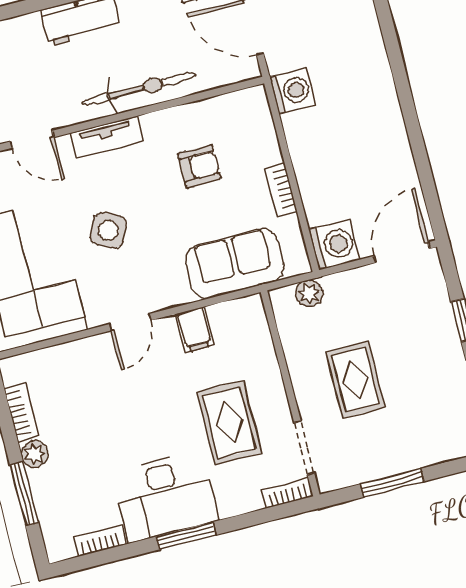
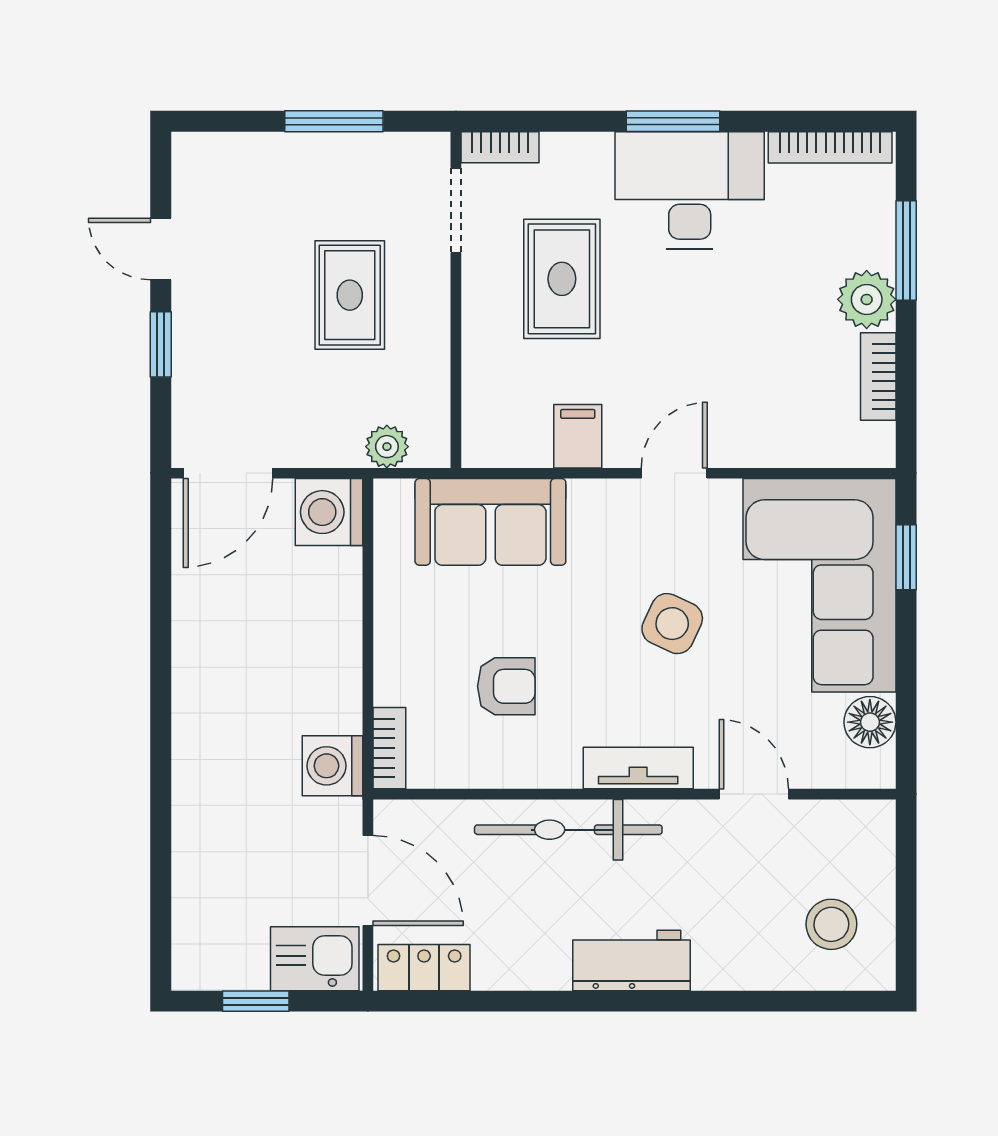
armchair: (199, 166) -> (506, 686), turned 180
bookcase: (281, 190) -> (389, 748), moved
plant: (34, 454) -> (867, 299), width x1.38, depth x1.38
bookcase: (100, 541) -> (830, 147), width x1.56

